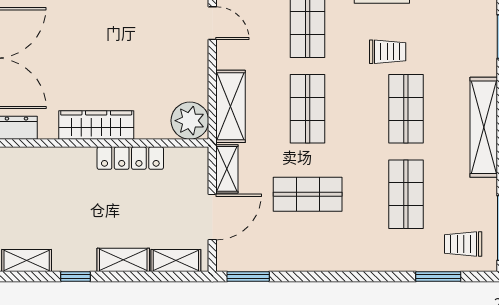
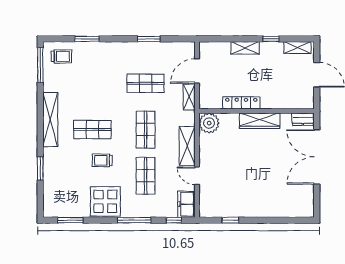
shelving: (230, 106) -> (187, 146), moved
shop shelf: (406, 109) -> (92, 130), turned 90
shop shelf: (406, 194) -> (92, 83), removed
shelving: (176, 260) -> (217, 48), removed
window: (248, 276) -> (149, 39), moved
window: (438, 276) -> (87, 39), moved

